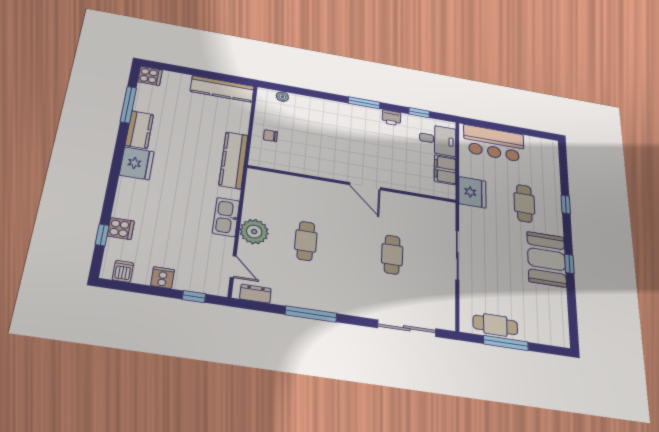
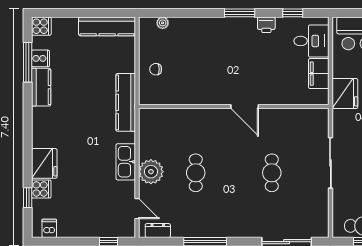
fridge: (137, 163) -> (44, 163), moved
cooker: (163, 278) -> (40, 58), moved, turned 90

